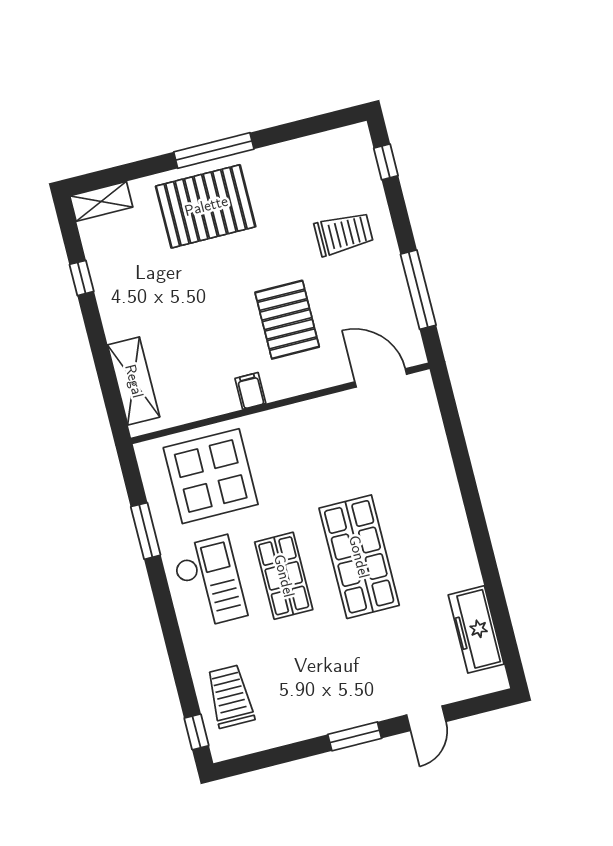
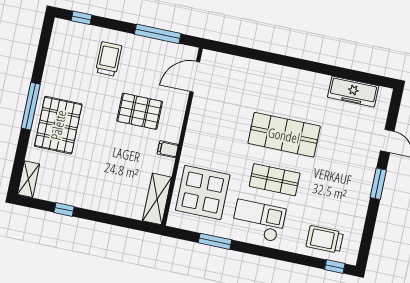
shelving: (134, 381) -> (157, 199), moved, turned 90

